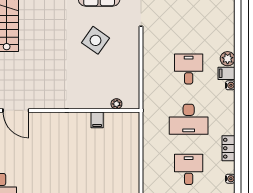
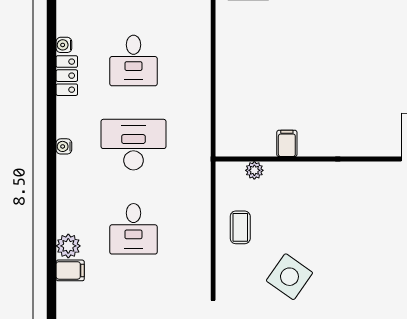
coffee table: (125, 70) -> (240, 227), added
filing cabinet: (226, 73) -> (70, 270), moved
water cooler: (230, 85) -> (64, 146), moved
locker: (228, 148) -> (67, 76), moved

